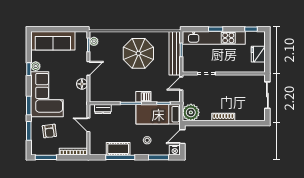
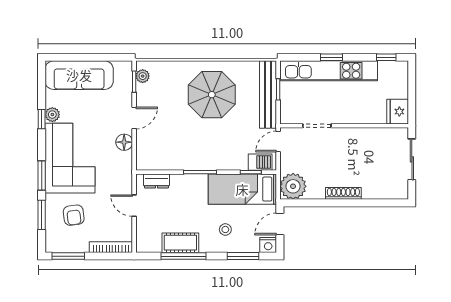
fridge: (258, 54) -> (398, 112), moved
barbecue: (143, 97) -> (260, 162), moved

